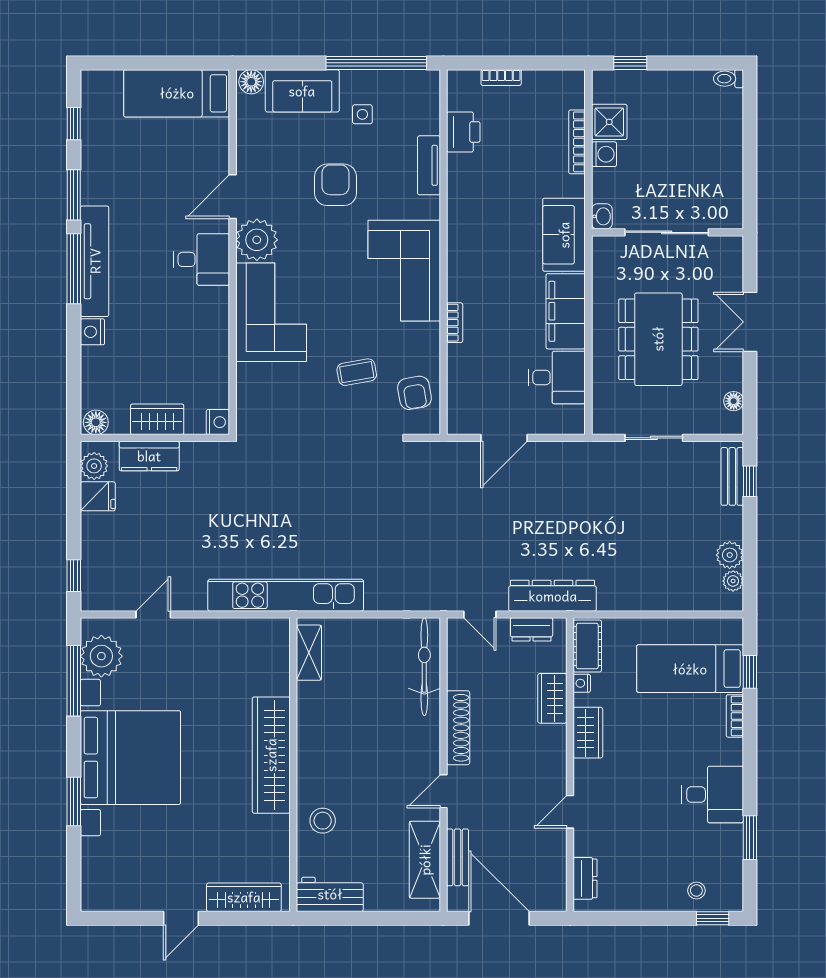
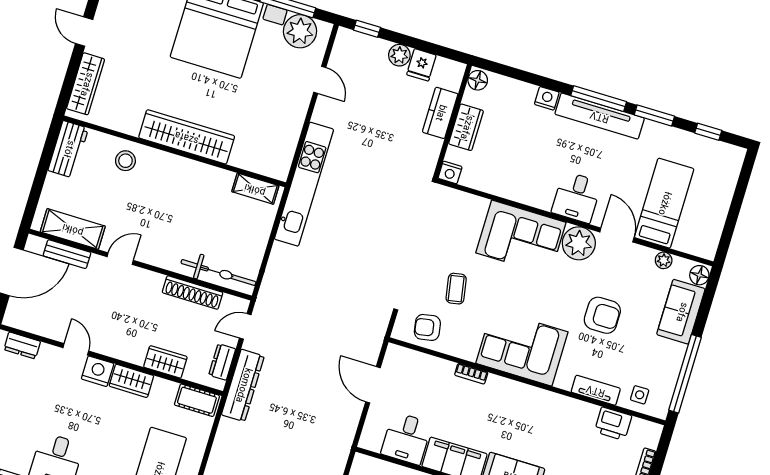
bed: (177, 93) -> (664, 203), moved
side table: (362, 114) -> (640, 395), moved
plant: (246, 131) -> (664, 260), added
plant: (94, 466) -> (399, 55), moved
nightstand: (582, 683) -> (98, 371), moved, width x1.89, depth x1.79
shoe rack: (458, 728) -> (193, 292), moved
door: (443, 791) -> (120, 259), hinge flipped

